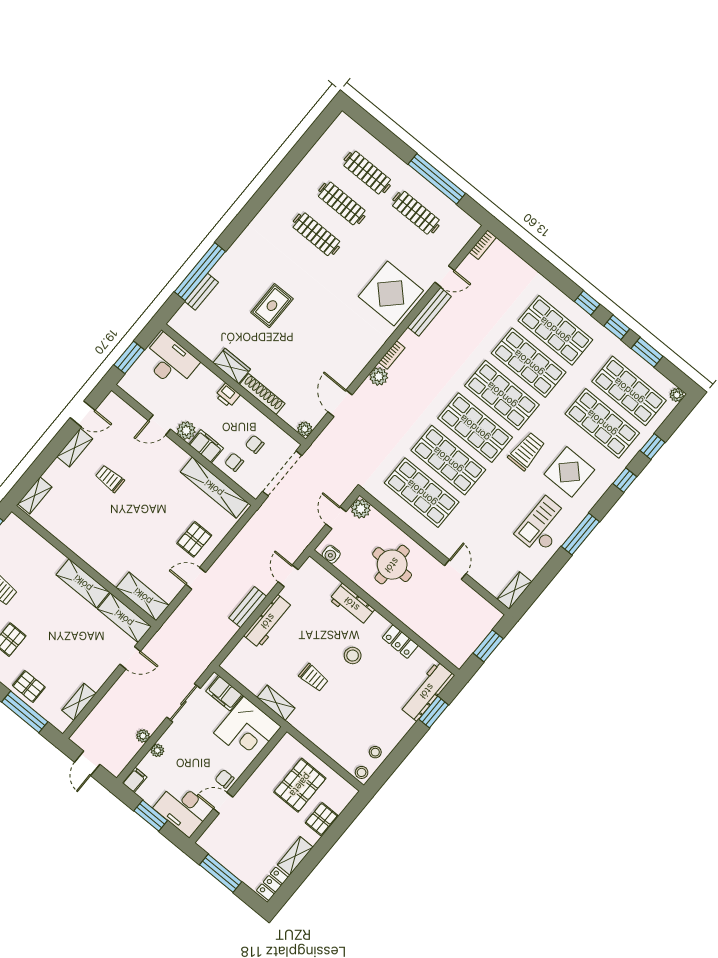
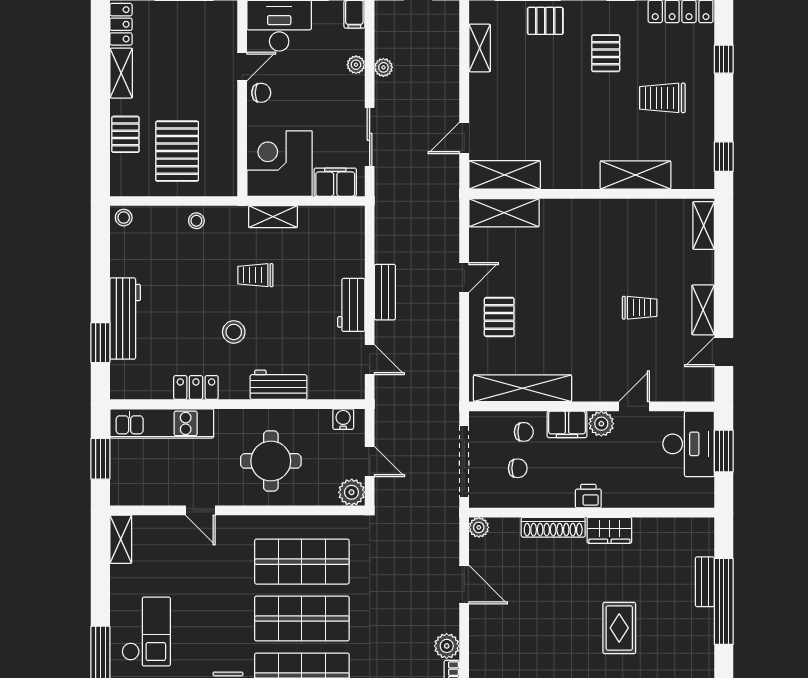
desk: (170, 361) -> (689, 444), moved, turned -90
shelving: (83, 583) -> (635, 175), moved
workbench: (268, 621) -> (351, 305), width x0.73
kitchen unit: (437, 637) -> (162, 423), added
workbench: (427, 691) -> (125, 319), moved
stool: (375, 752) -> (196, 221), moved

